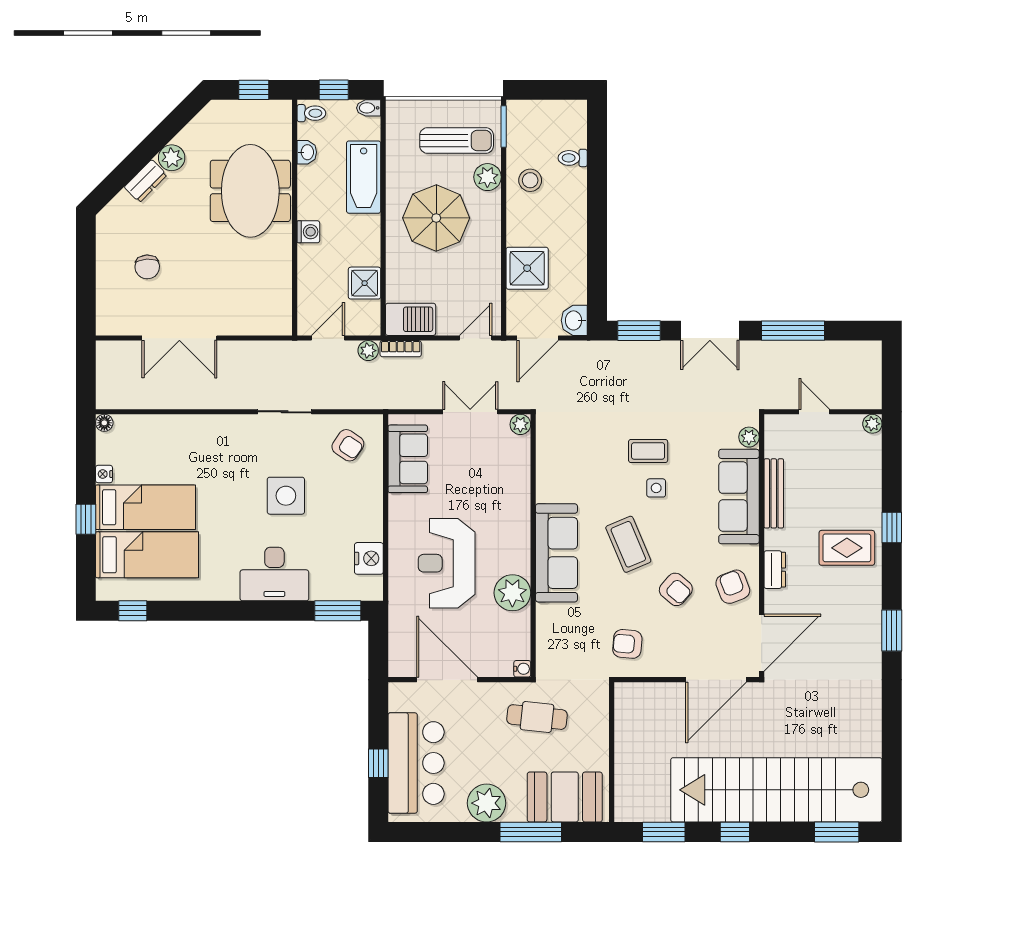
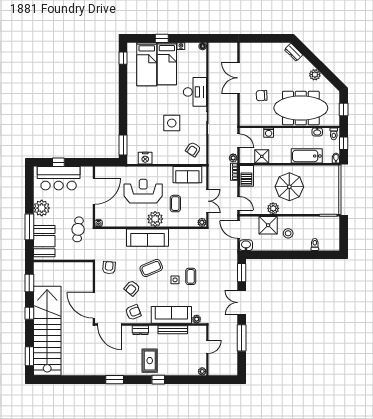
sun lounger: (457, 140) -> (322, 195), removed
plant: (487, 177) -> (273, 208), moved
stool: (530, 180) -> (288, 233), moved
dresser: (146, 181) -> (294, 52), moved
meeting table: (250, 191) -> (301, 108), width x1.36
washing machine: (308, 232) -> (269, 133), moved
chair: (147, 267) -> (262, 96), moved
coffee table: (476, 487) -> (175, 204), added
desk: (274, 574) -> (195, 92), moved, turned 180
plant: (512, 593) -> (155, 219), moved

